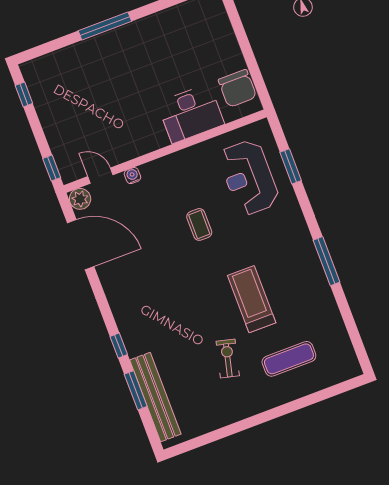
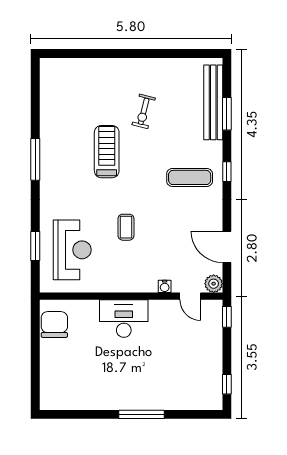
desk: (191, 114) -> (124, 319), moved
door: (81, 245) -> (227, 247), width x0.73
treadmill: (252, 299) -> (107, 152), turned 180
window: (119, 346) -> (227, 172), moved
exercise mat: (289, 359) -> (190, 177), moved

